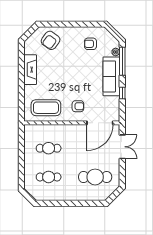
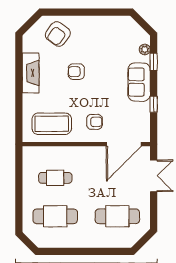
armchair: (90, 44) -> (76, 72), moved
window: (122, 61) -> (154, 62), width x0.46
sofa: (111, 76) -> (139, 82), width x0.73
cafe table: (49, 177) -> (55, 216), width x1.37, depth x1.35

